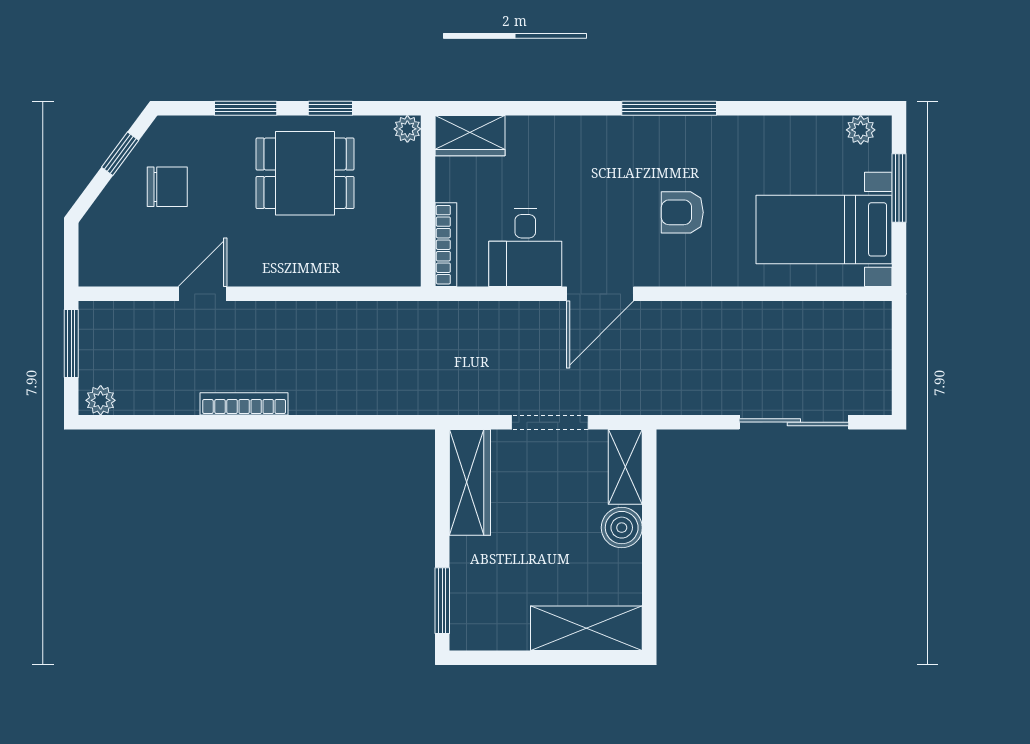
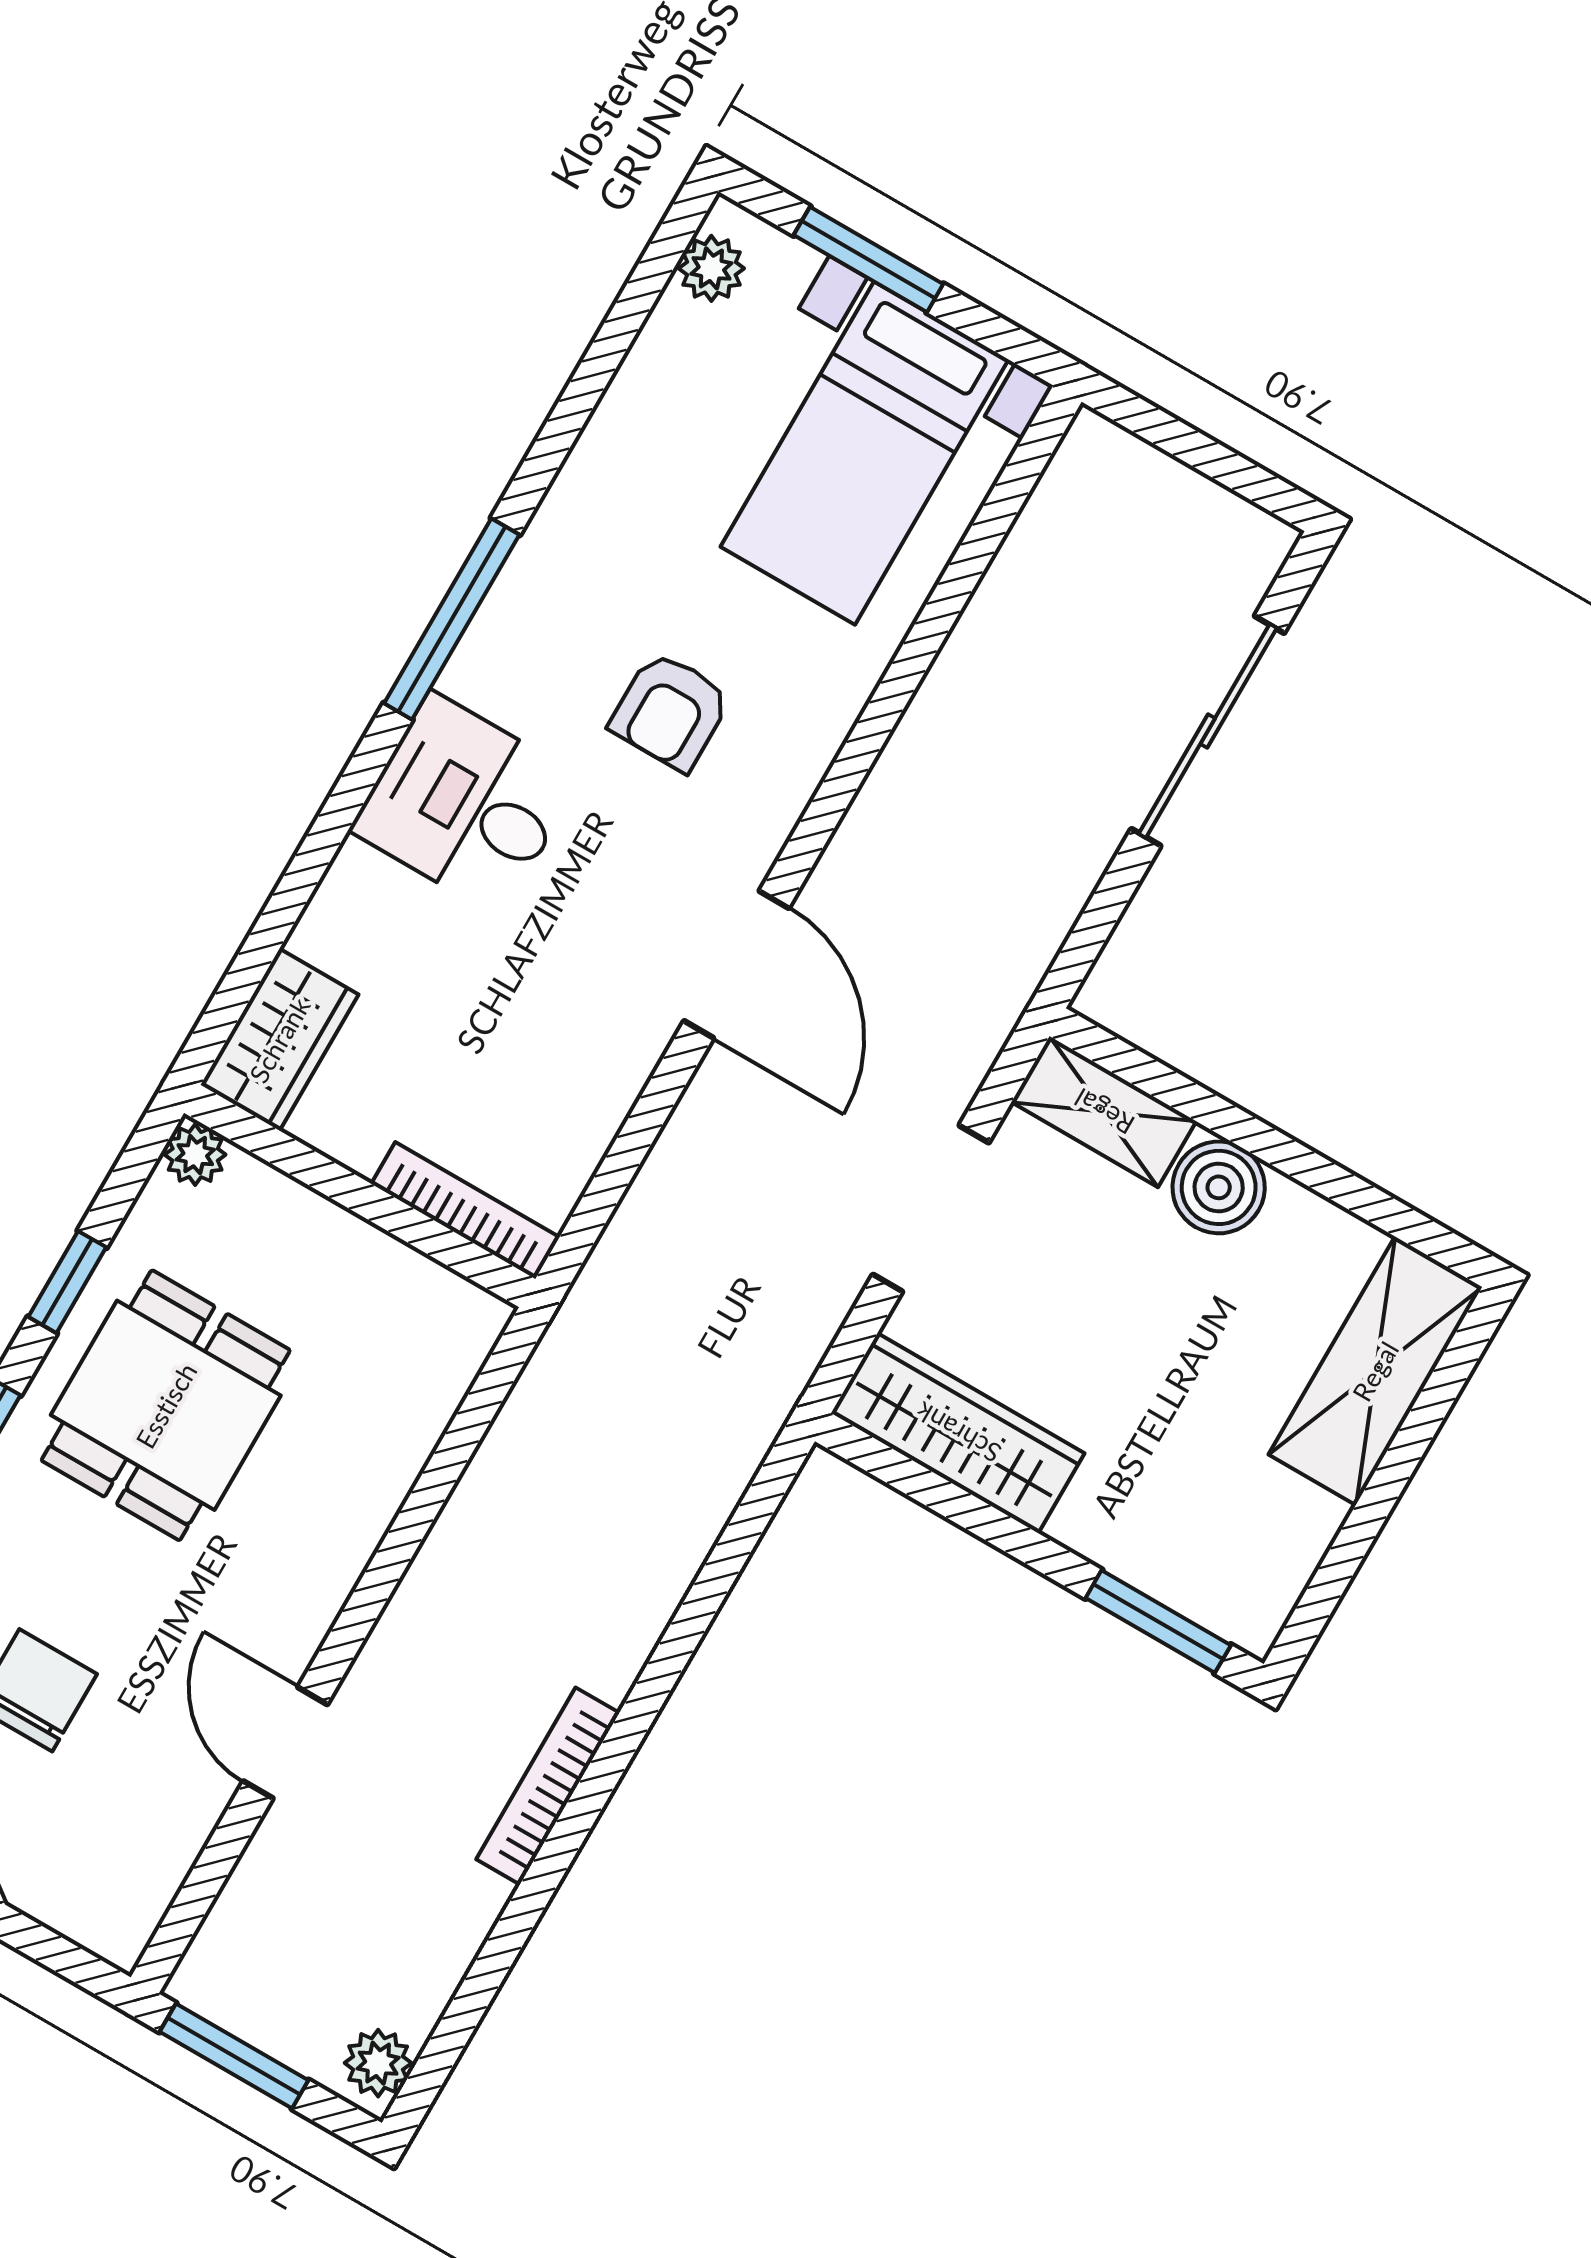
desk: (525, 247) -> (466, 804), moved, turned 180

